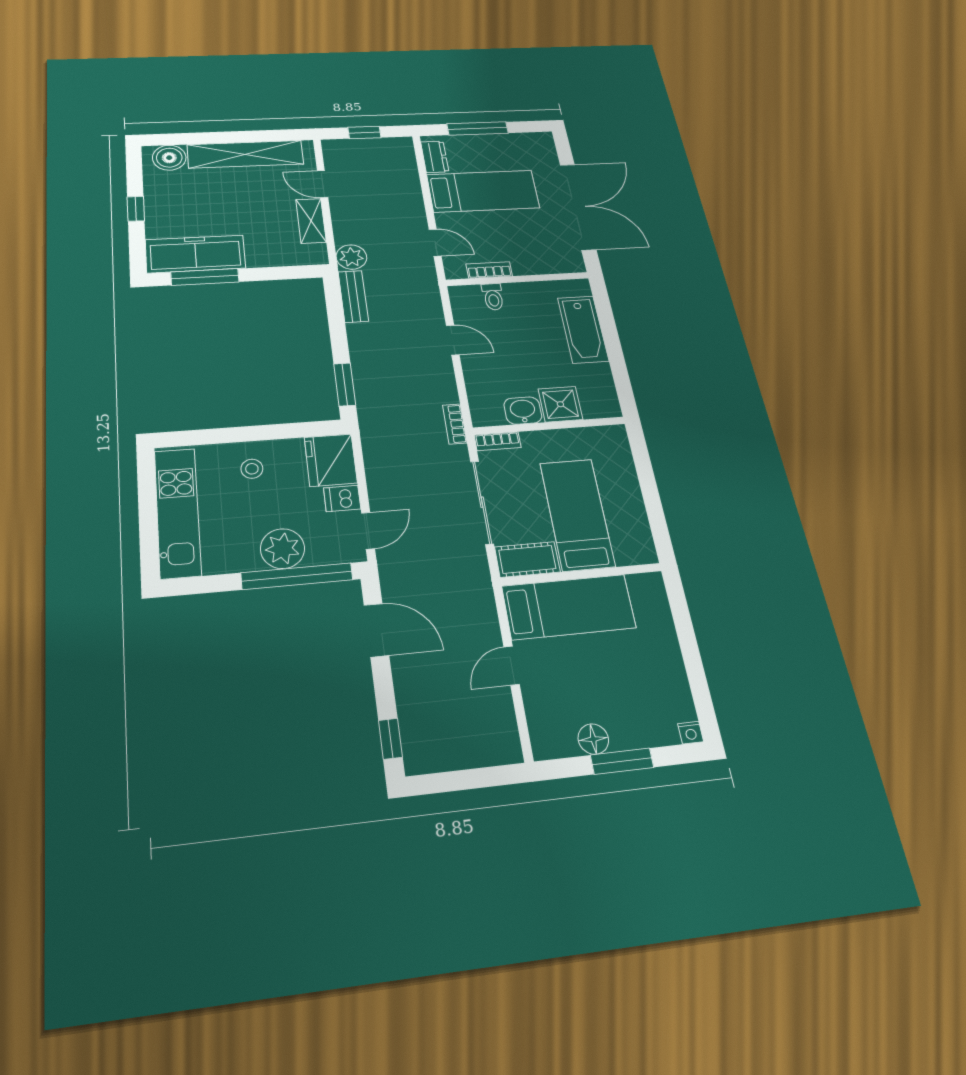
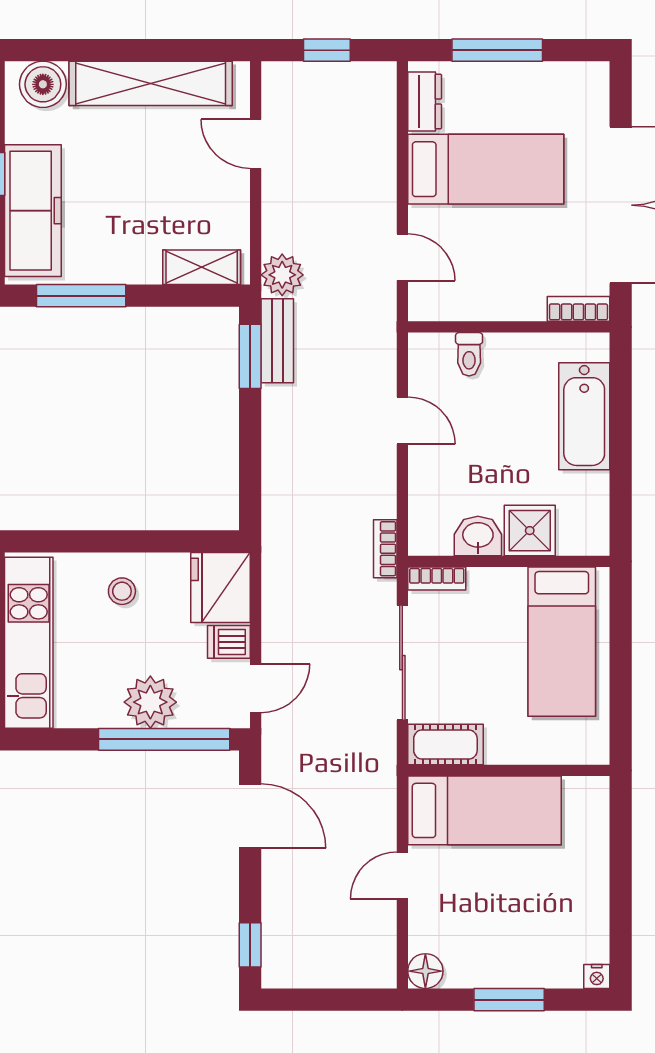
shelving: (311, 221) -> (202, 267), moved, turned 90
freezer: (195, 254) -> (33, 211), moved, turned 90
bookcase: (489, 270) -> (578, 309), moved
window: (345, 384) -> (250, 356), moved
bed: (577, 514) -> (562, 642), moved, turned 180
floor lamp: (593, 739) -> (425, 971), moved

